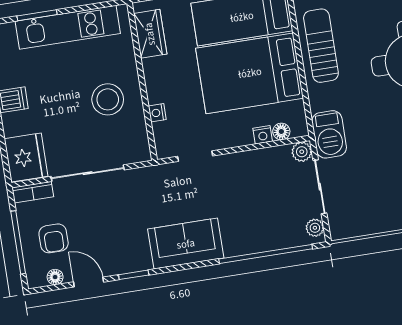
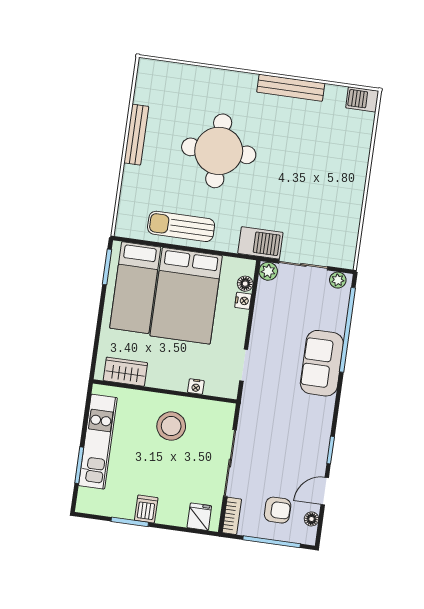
fridge: (26, 158) -> (199, 517), width x0.53, depth x0.75
sofa: (186, 244) -> (322, 363), moved

